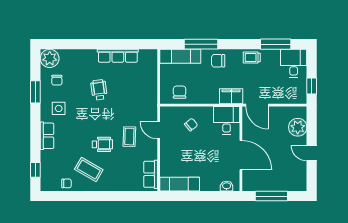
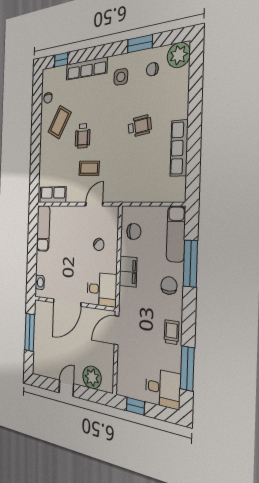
filing cabinet: (231, 96) -> (128, 272), moved
row of seats: (47, 136) -> (87, 69), width x1.48

